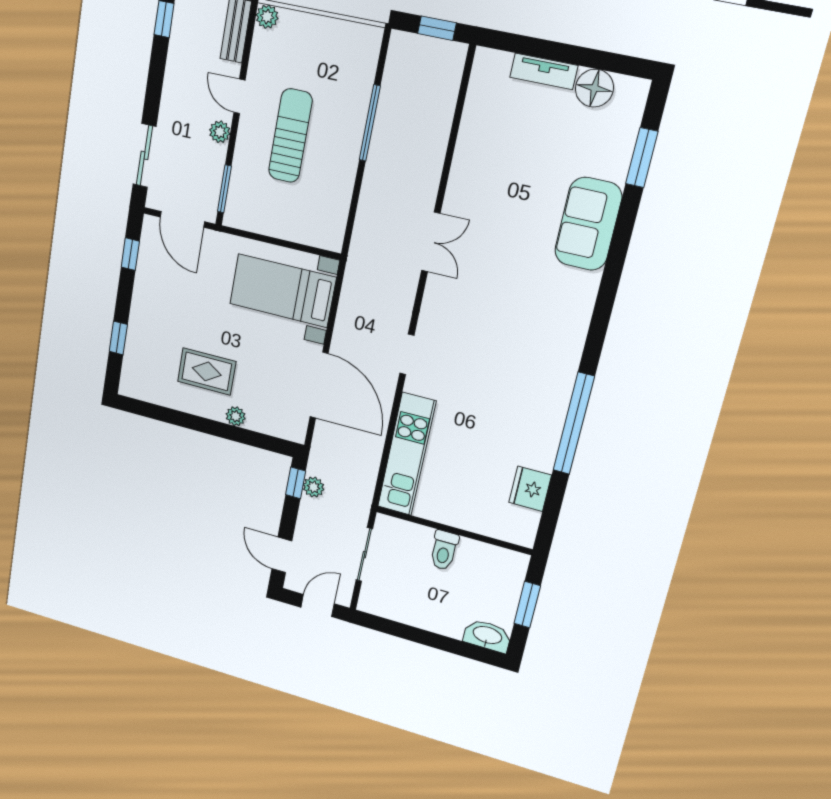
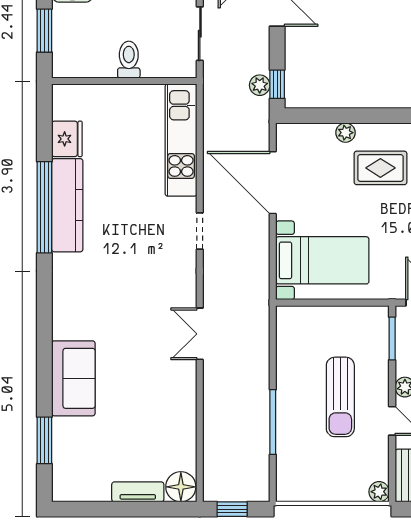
floor lamp: (594, 88) -> (181, 487), moved
kitchen counter: (547, 419) -> (67, 205), added

